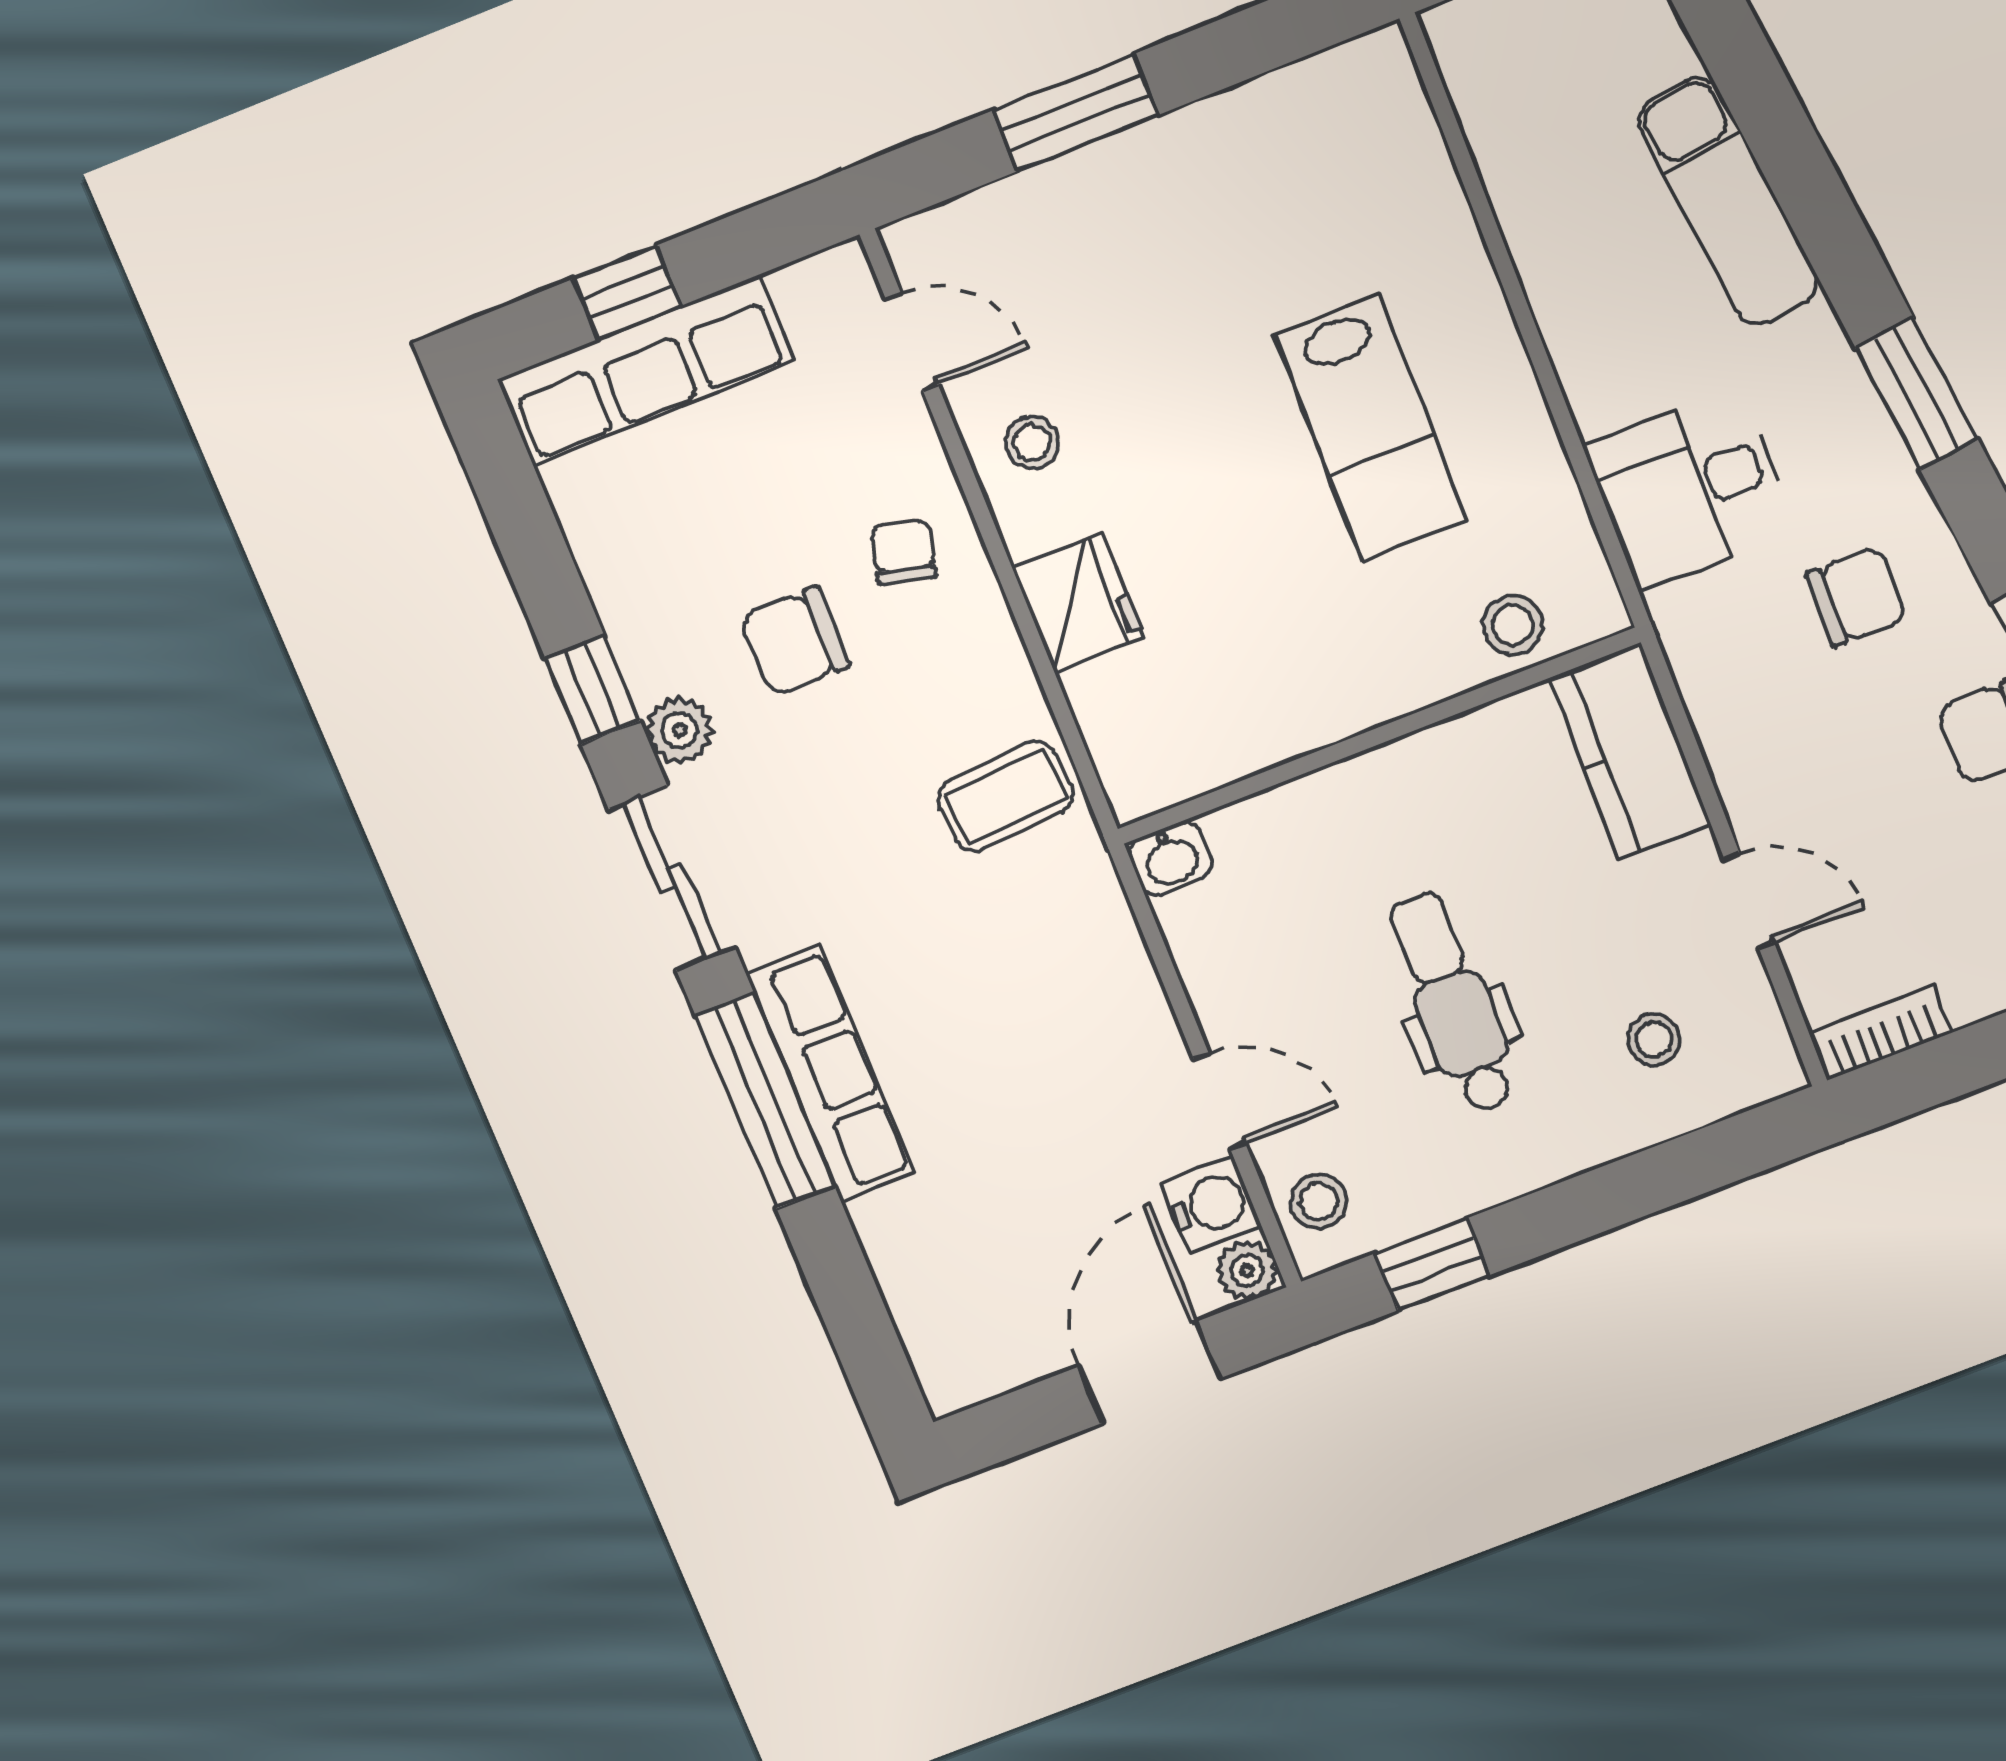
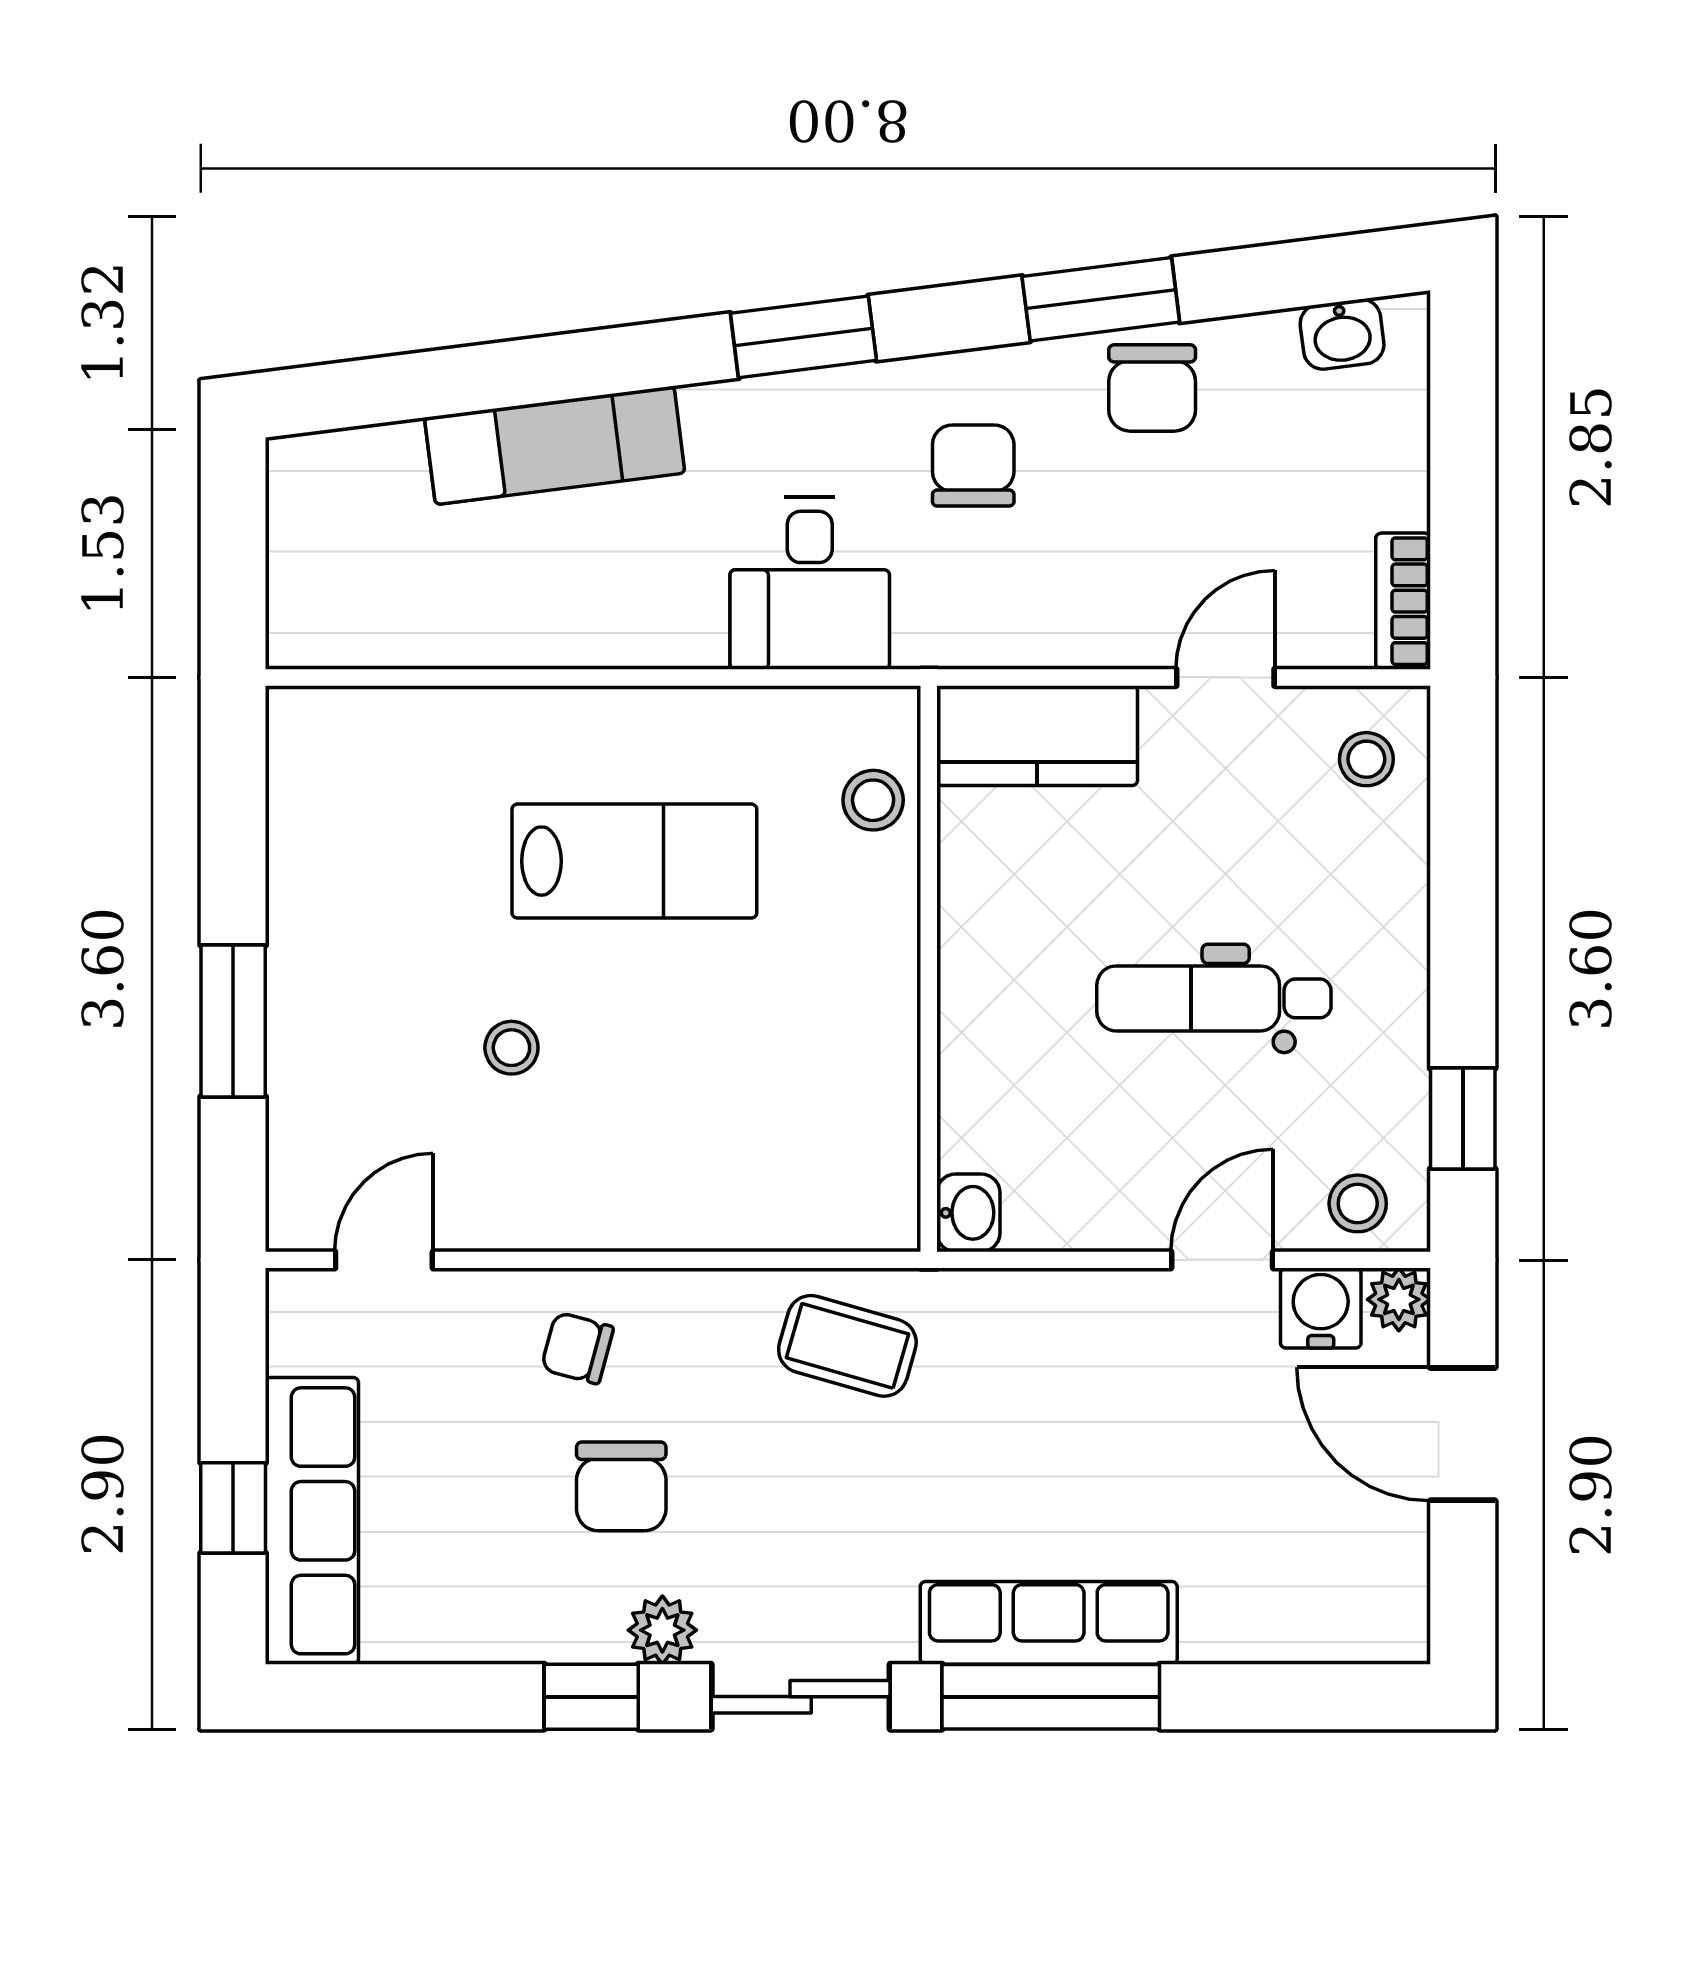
stool: (1032, 442) -> (511, 1048), moved
fridge: (1078, 602) -> (690, 1202), removed
coffee table: (1006, 796) -> (847, 1346), turned -70
stool: (1654, 1040) -> (1366, 759), moved

